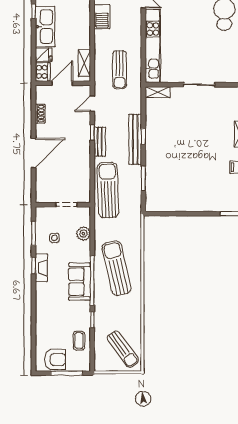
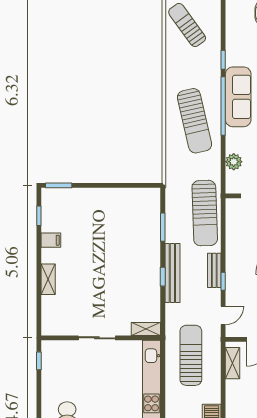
sun lounger: (120, 70) -> (191, 355), width x1.36, depth x1.34
sofa: (80, 282) -> (238, 97), width x1.36
coffee table: (79, 341) -> (239, 35), removed

